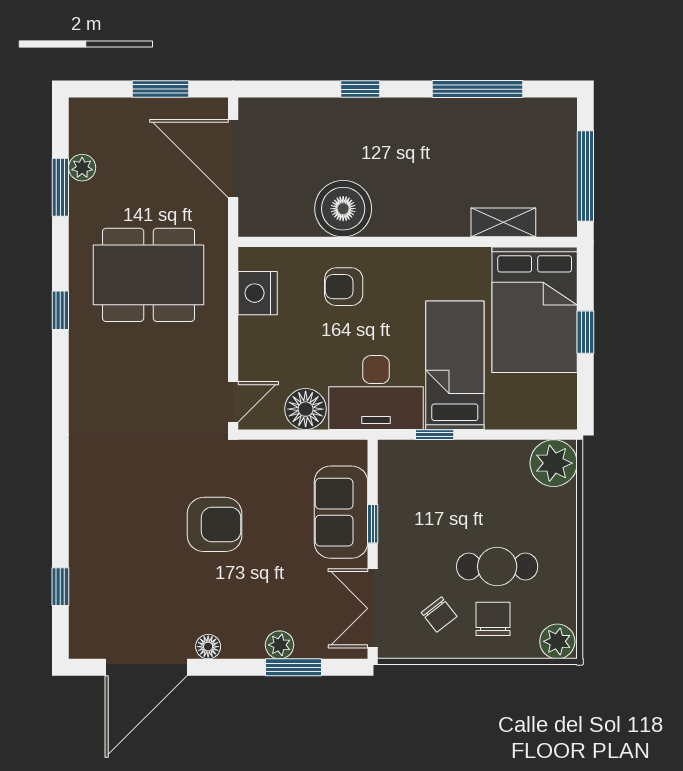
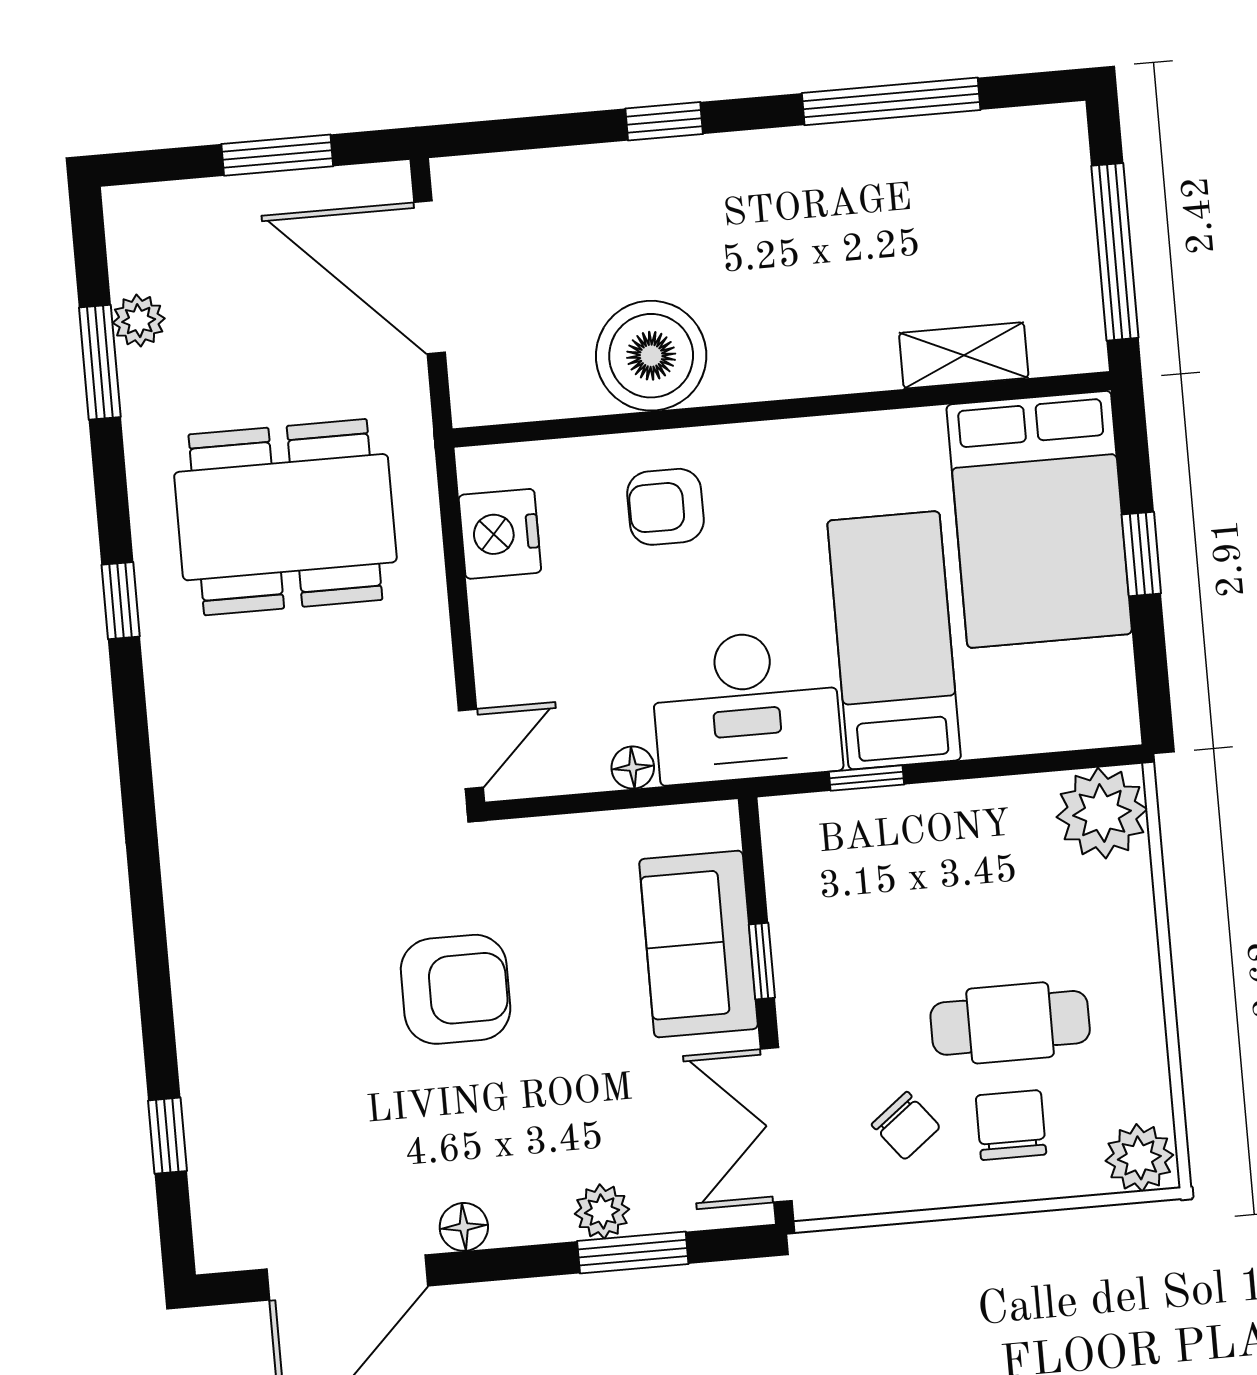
floor lamp: (306, 409) -> (633, 768), width x0.53, depth x0.53

